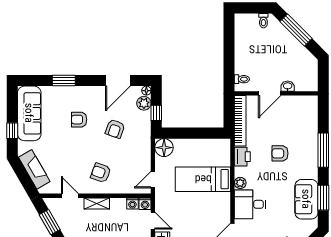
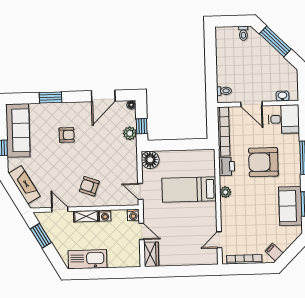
washbasin: (288, 86) -> (282, 96), moved
door: (270, 93) -> (251, 104), hinge flipped
plant: (144, 103) -> (130, 133), moved
armchair: (79, 120) -> (67, 135), turned 180
armchair: (115, 129) -> (102, 143), removed
armchair: (280, 153) -> (263, 162), width x1.88, depth x1.88
door: (153, 180) -> (140, 191), hinge flipped
washing machine: (132, 203) -> (105, 216), moved
desk: (250, 204) -> (284, 119), moved, turned 180

